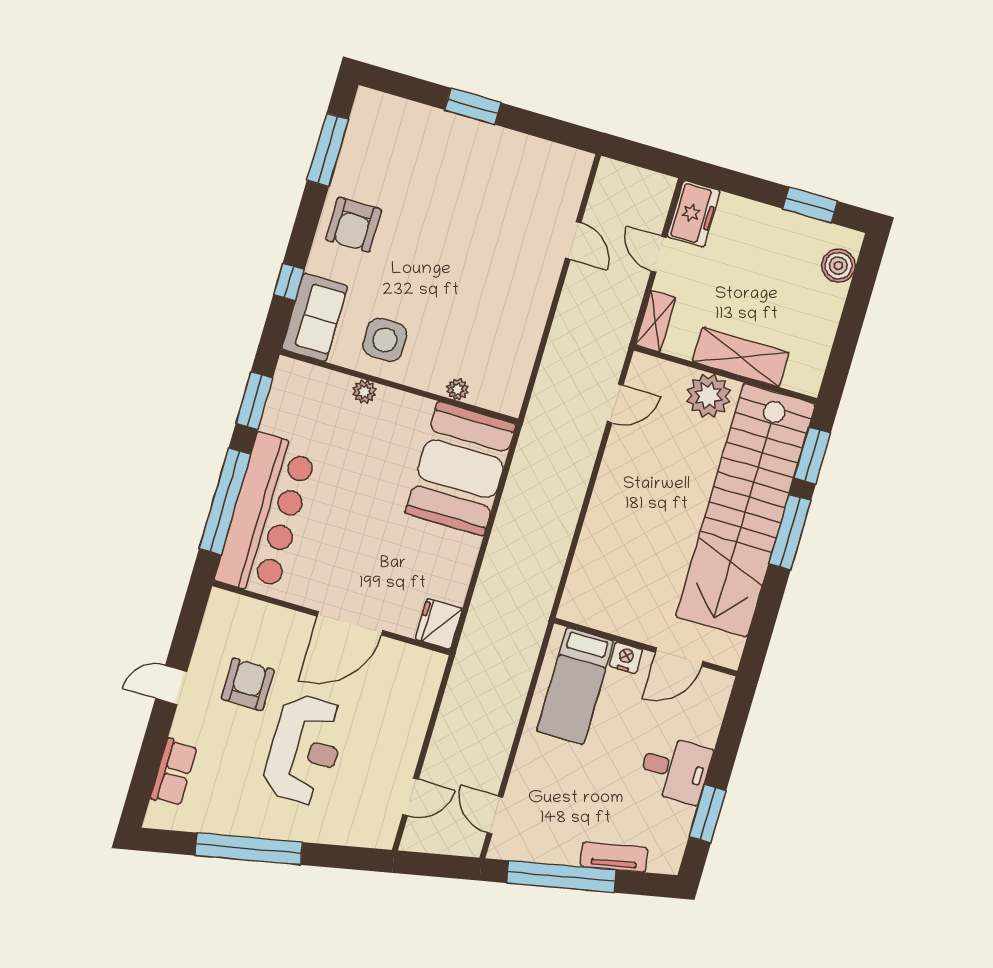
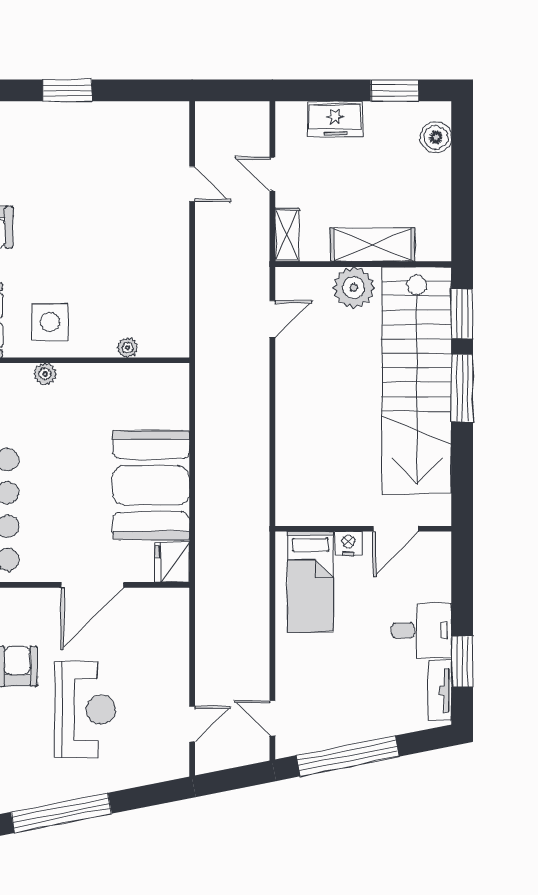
freezer: (694, 214) -> (335, 119), moved, turned 90
booth: (461, 469) -> (151, 485), moved
tv unit: (614, 857) -> (440, 690), moved, turned -79

